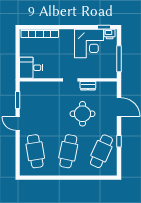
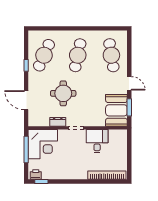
corner desk: (89, 44) -> (43, 144), moved, turned 180
desk: (31, 68) -> (97, 141), moved, turned -90
booth: (30, 97) -> (116, 110), added

